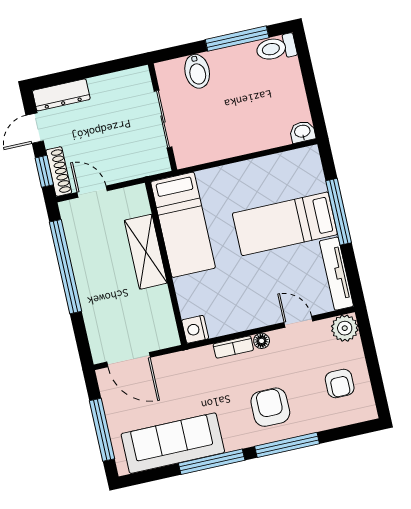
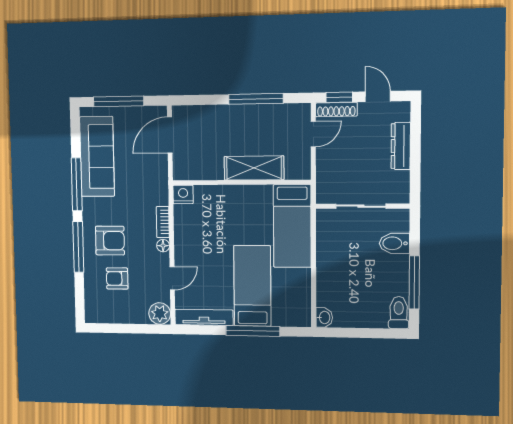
dresser: (61, 95) -> (401, 146), moved
bed: (183, 225) -> (292, 226), moved, turned -90
window: (66, 267) -> (256, 99), width x0.68
armchair: (340, 384) -> (117, 278), moved

